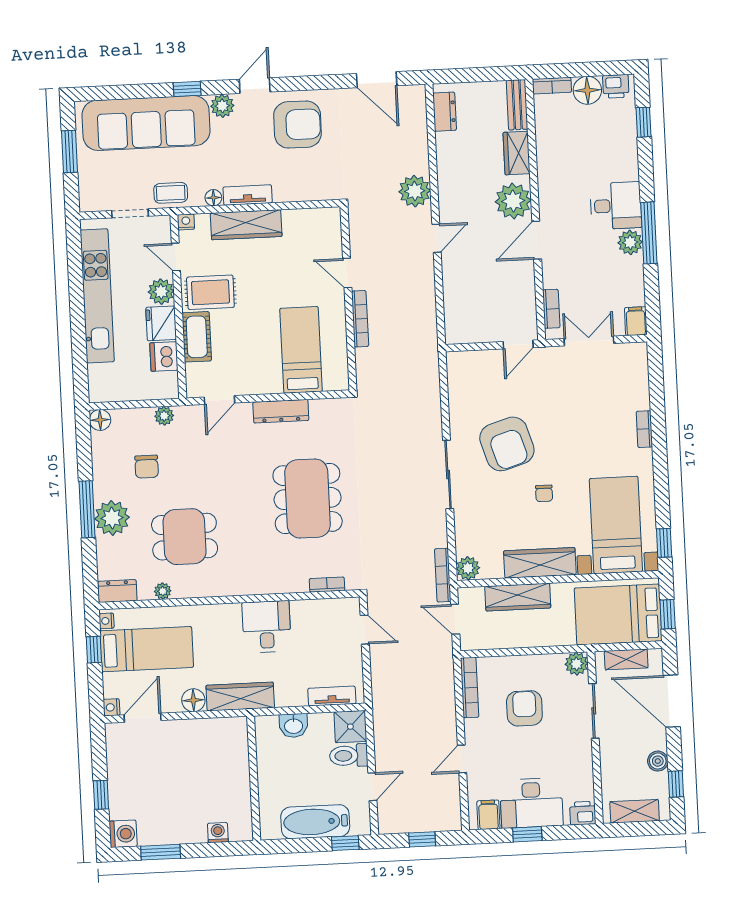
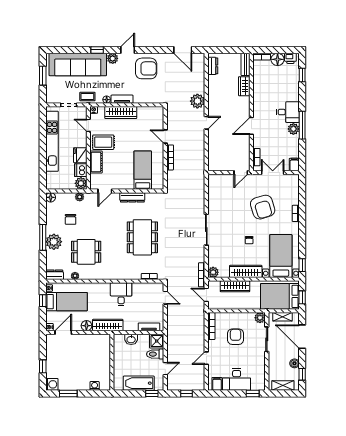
plant: (513, 201) -> (242, 108), removed
plant: (161, 292) -> (81, 183), moved
armchair: (507, 444) -> (263, 207), moved
printer: (583, 813) -> (260, 385), removed
window: (527, 834) -> (253, 393), moved

